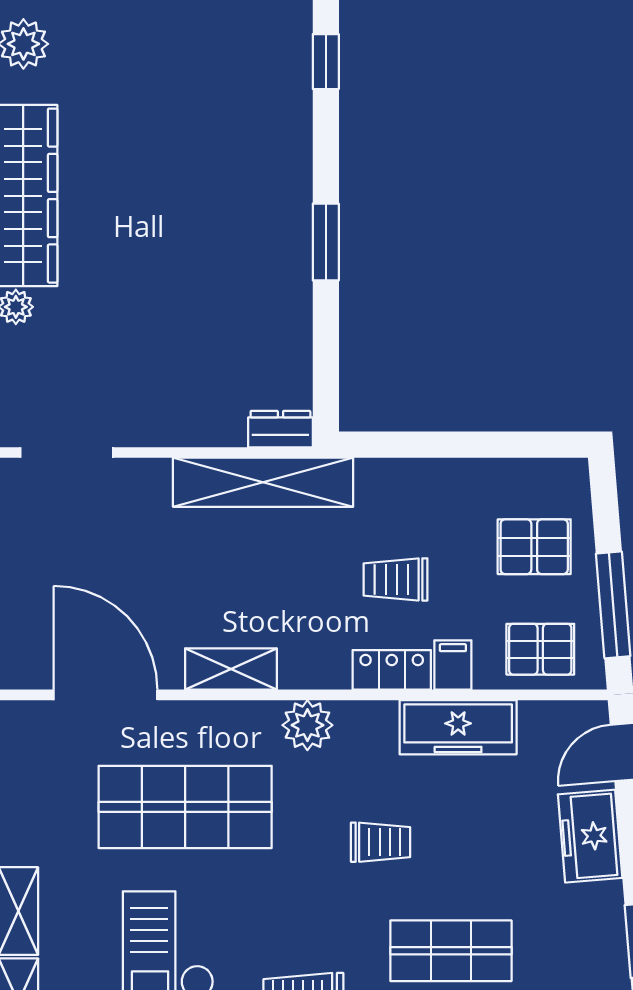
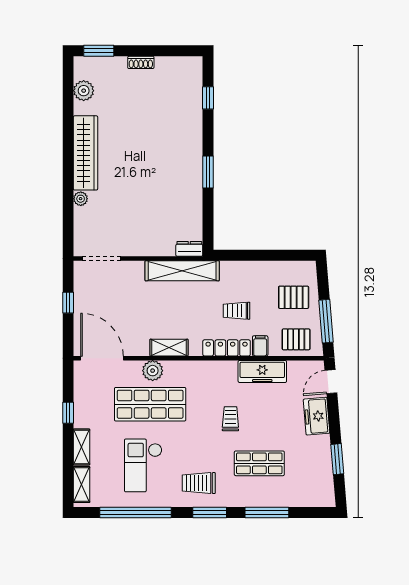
locker: (392, 670) -> (227, 348), width x1.53
door: (106, 695) -> (102, 358), moved
plant: (307, 725) -> (153, 371), moved
trolley: (381, 842) -> (230, 419), turned -90

